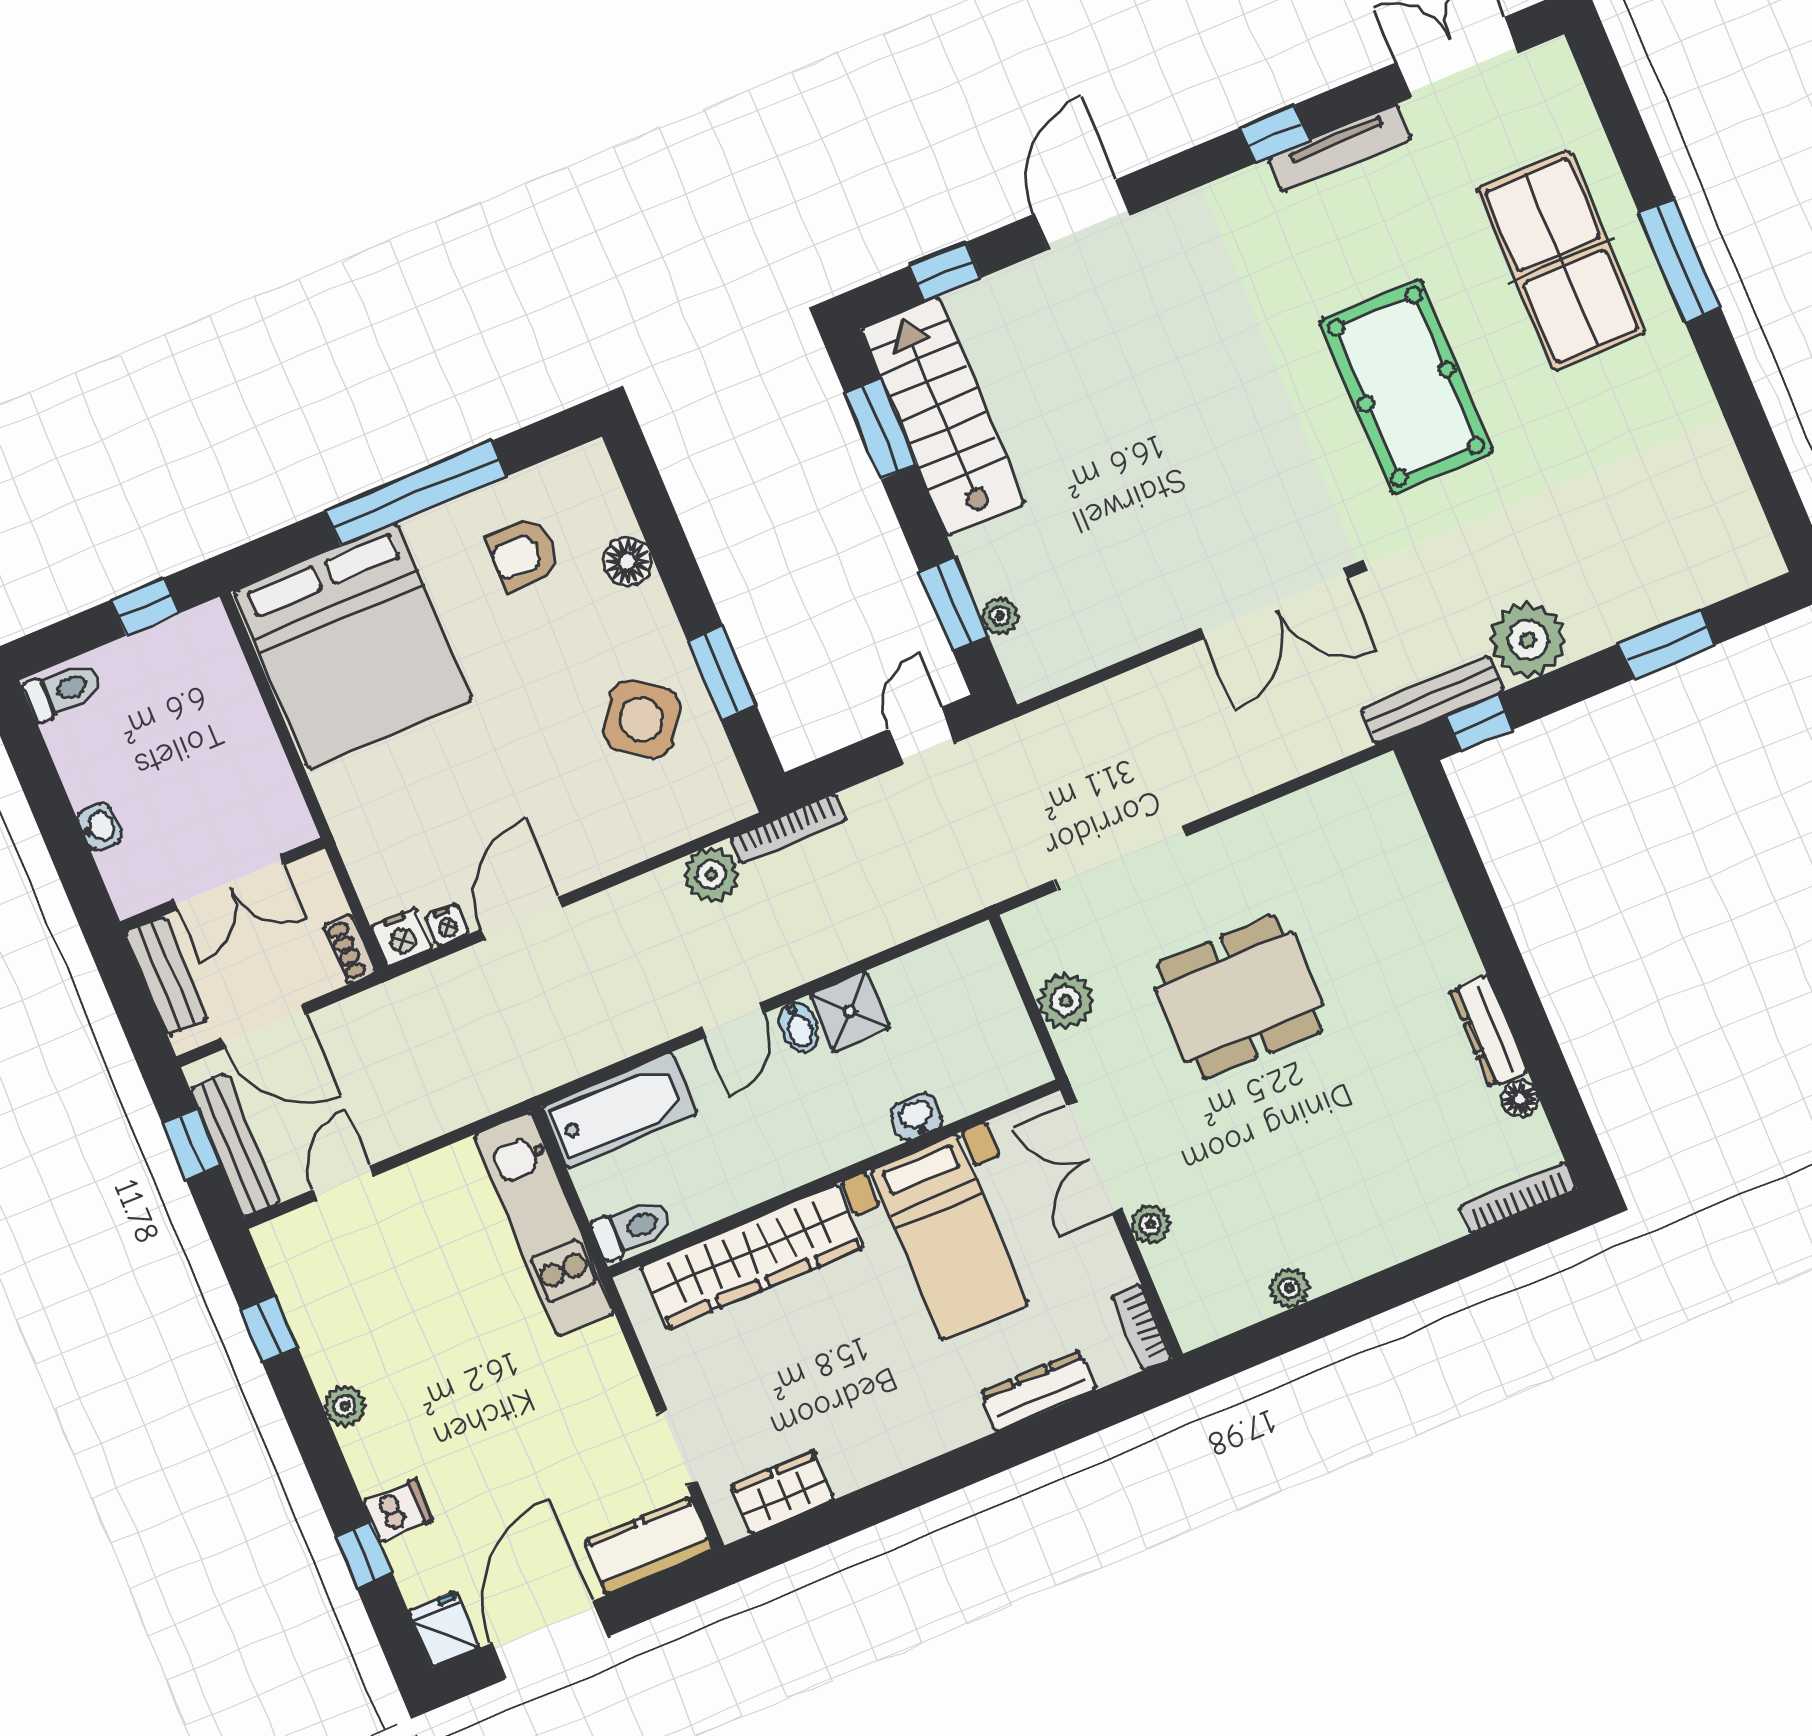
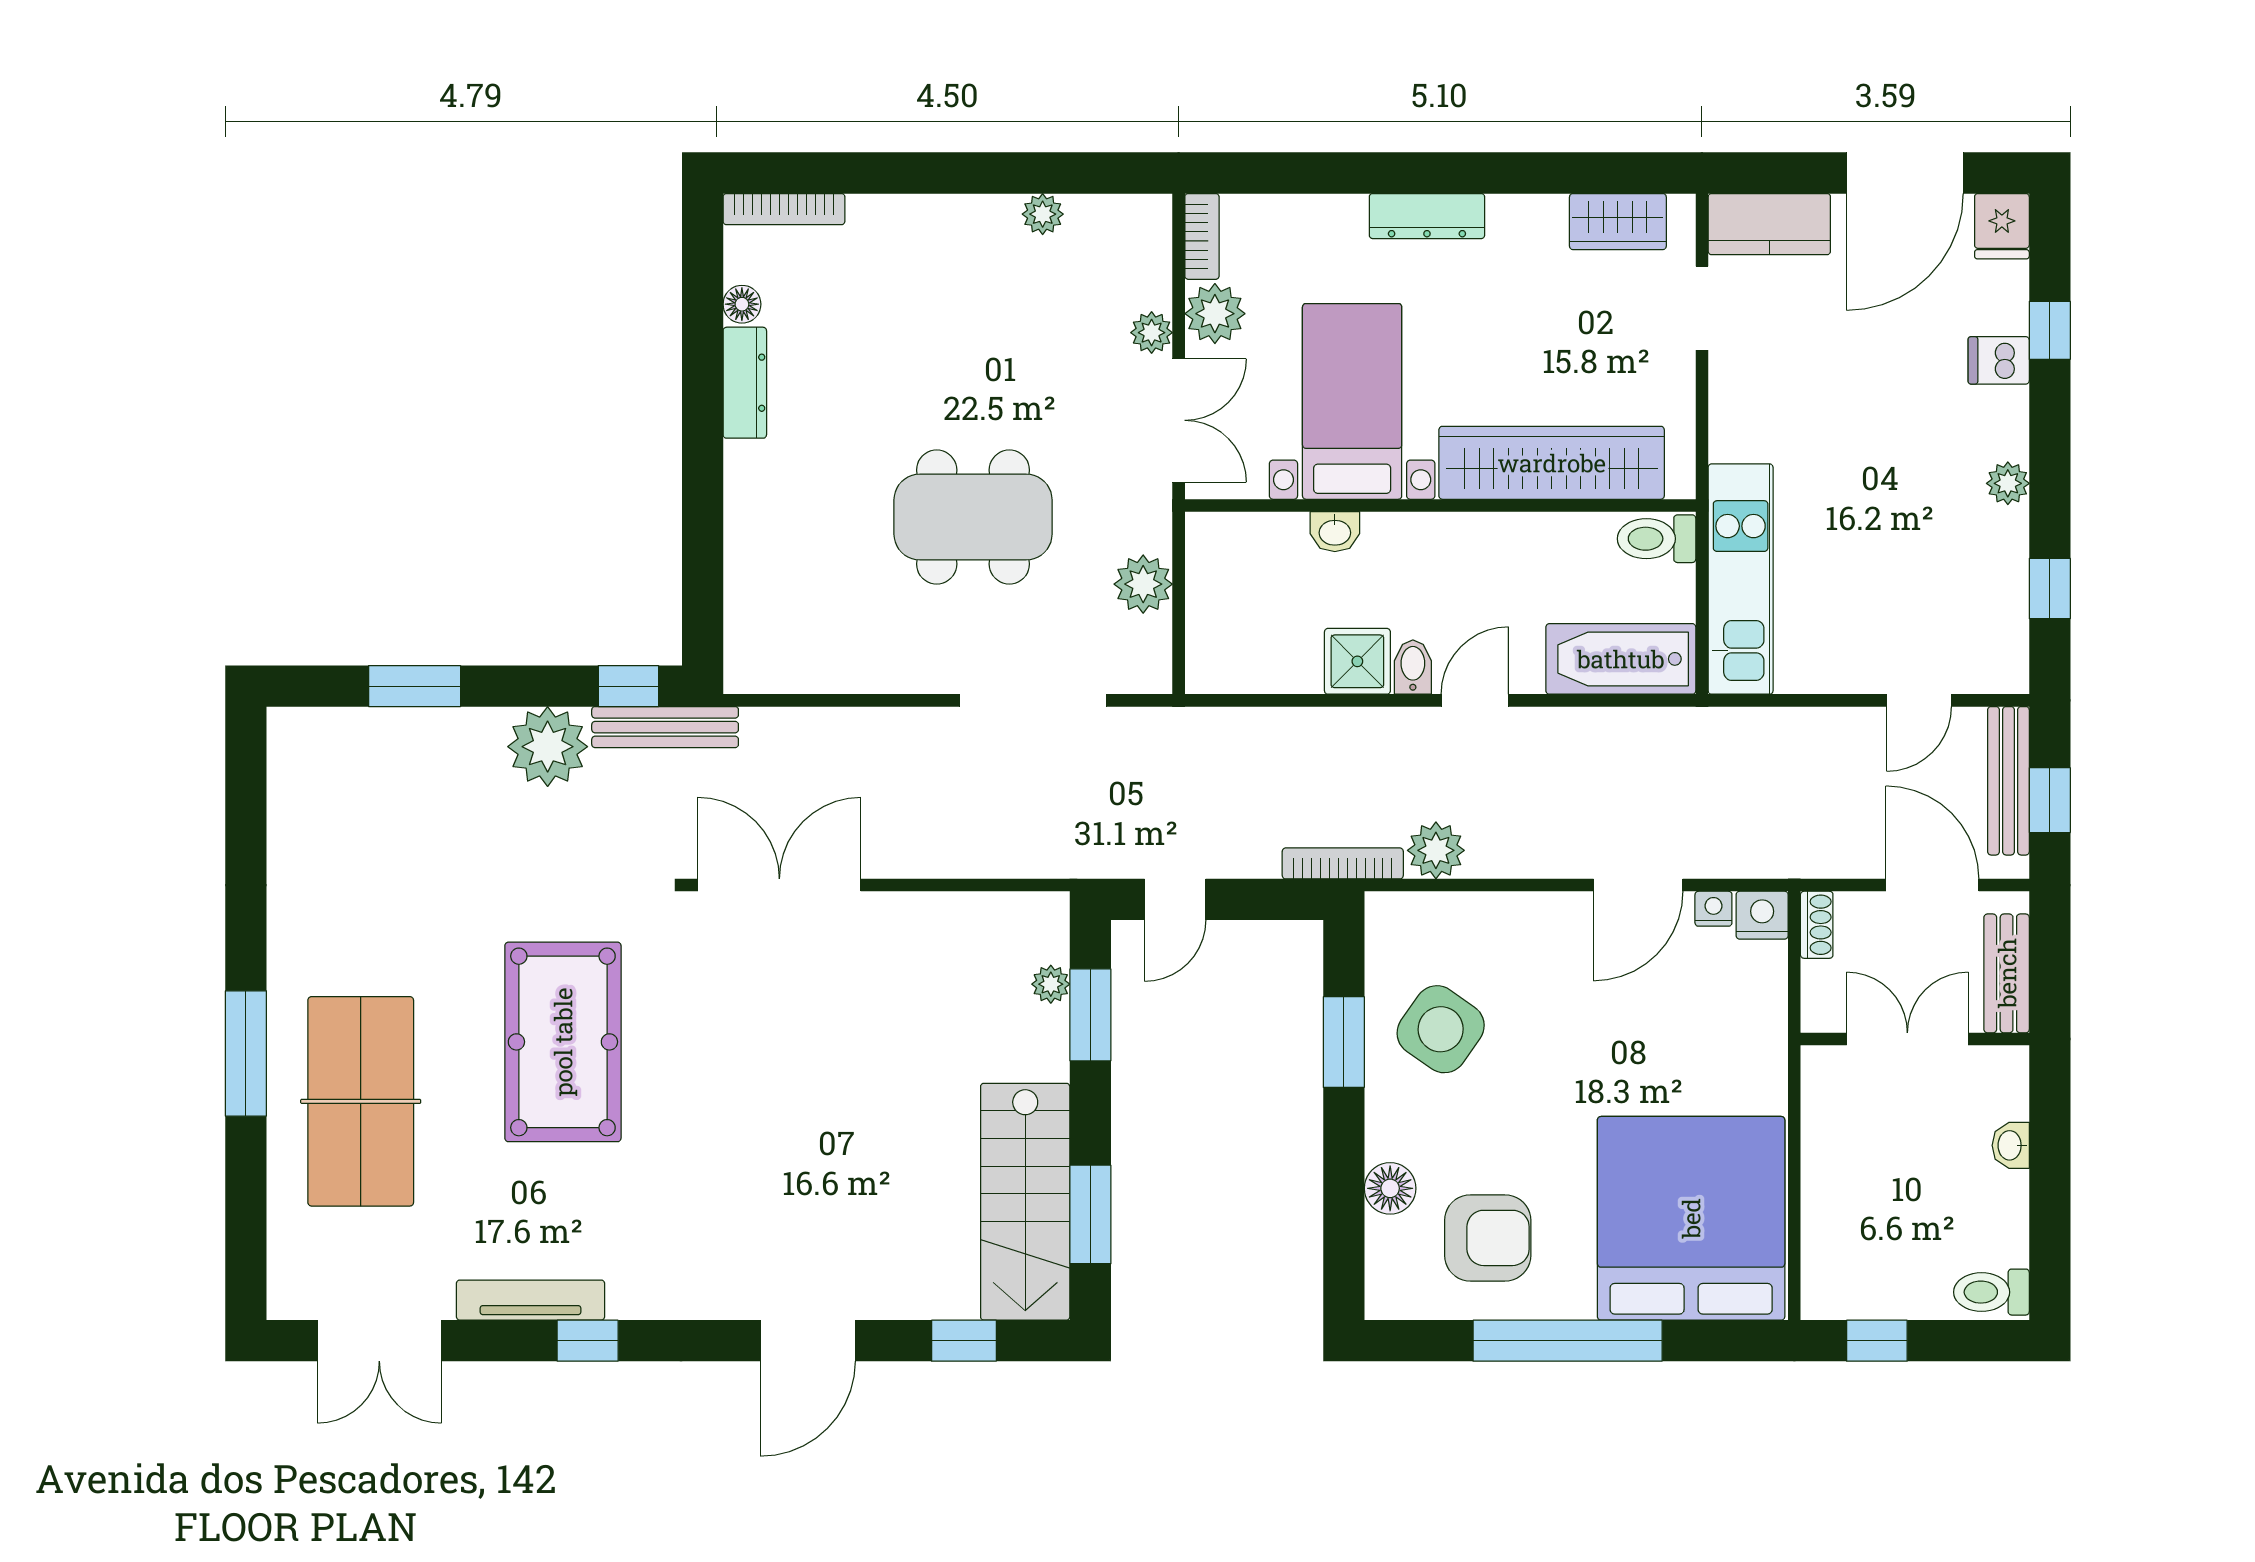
armchair: (524, 554) -> (1488, 1238), width x1.38, depth x1.38
plant: (1102, 1264) -> (1215, 314), added
dresser: (1039, 1391) -> (1427, 216), moved

